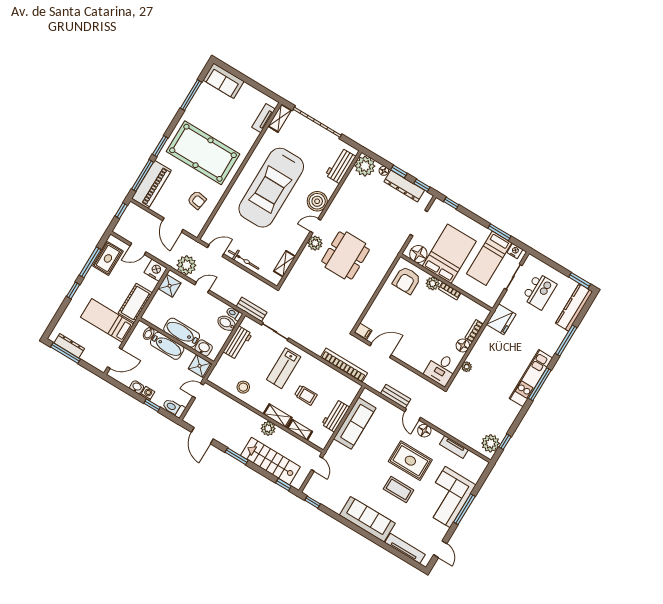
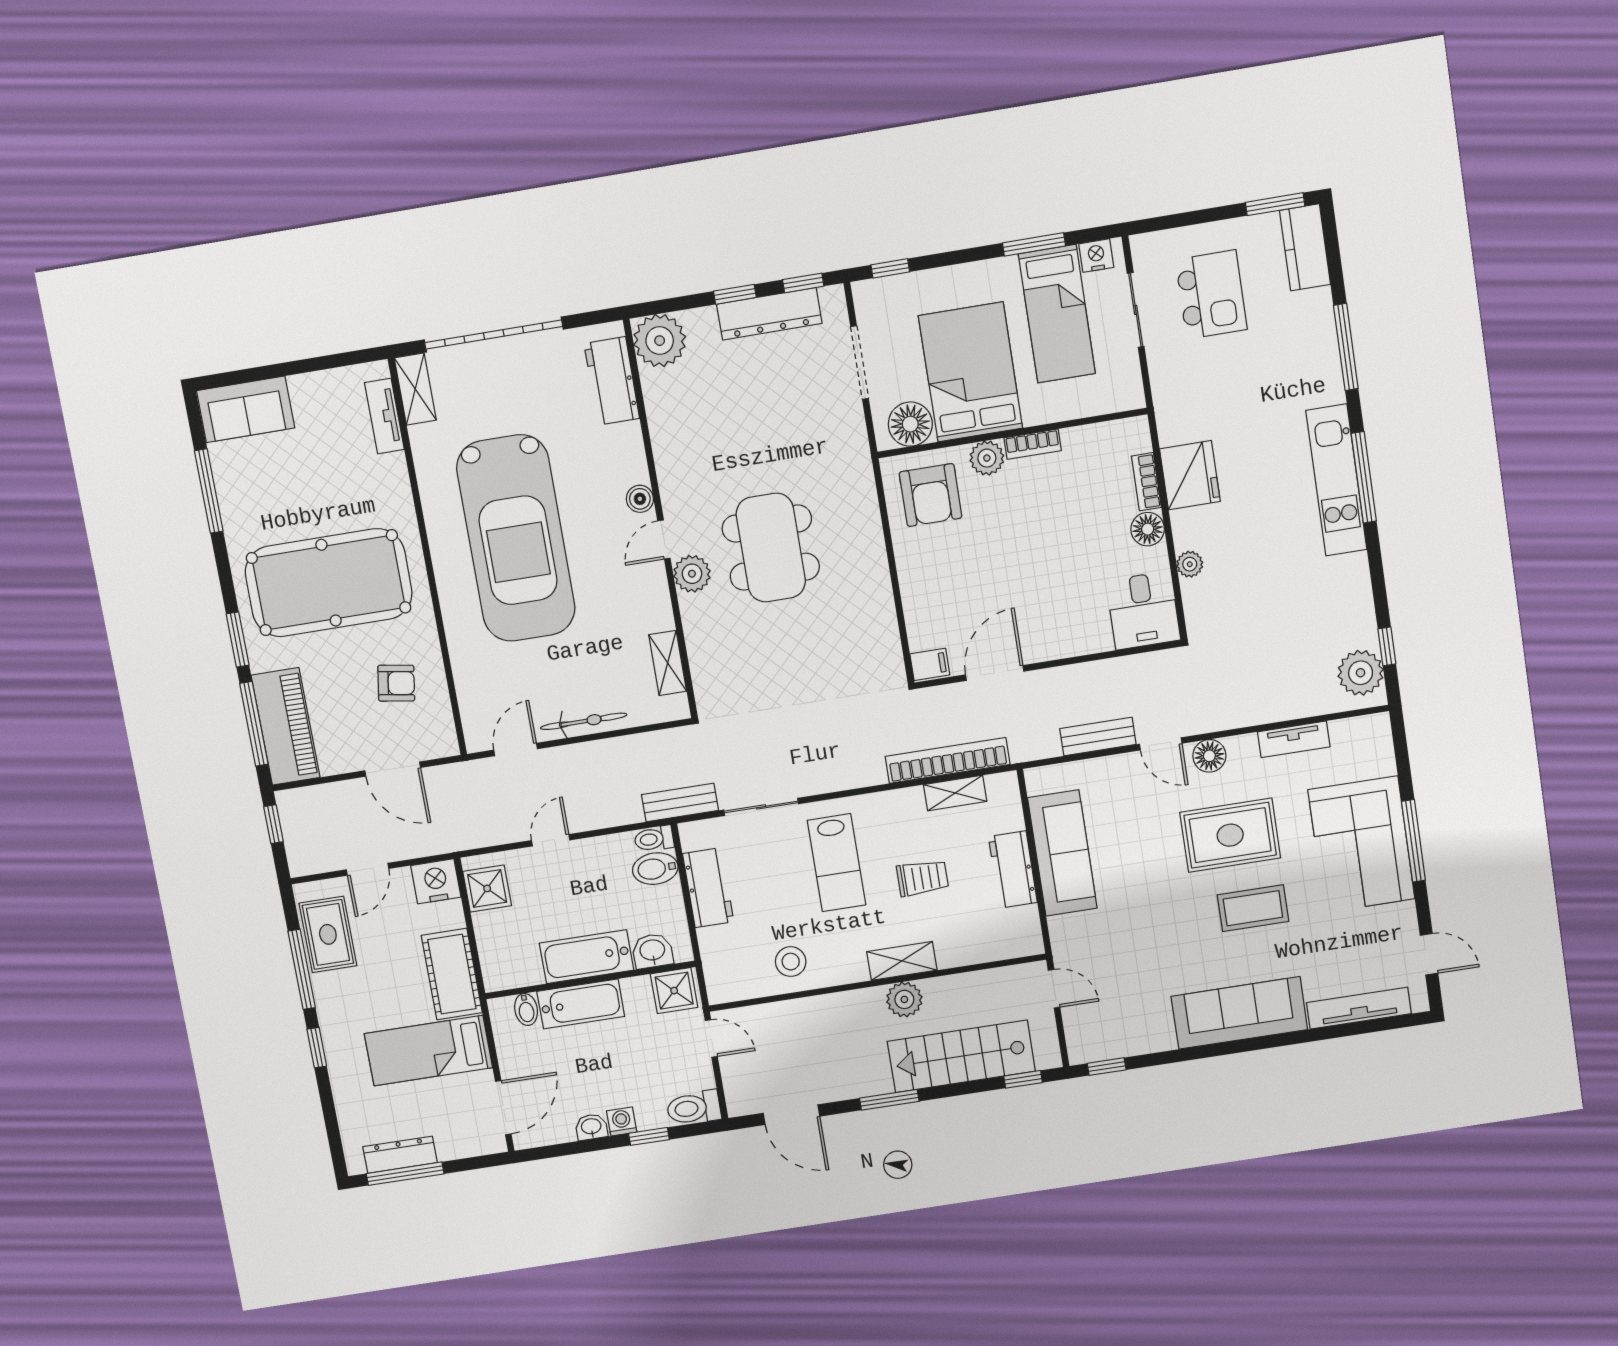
floor lamp: (384, 171) -> (704, 318), removed
boiler: (317, 201) -> (640, 499), width x0.54, depth x0.54
plant: (186, 265) -> (485, 823), removed
kitchen counter: (574, 307) -> (1305, 247), width x0.67
fridge: (501, 319) -> (1190, 475), moved
door: (198, 391) -> (711, 1039), swing flipped
shelving: (300, 430) -> (955, 793), moved

